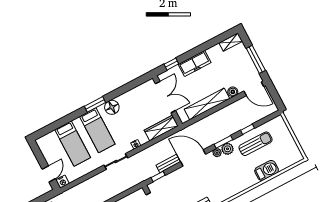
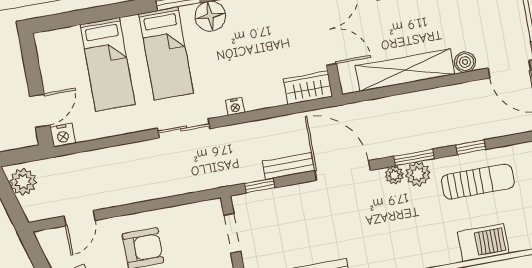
wardrobe: (161, 128) -> (308, 88), width x0.67

